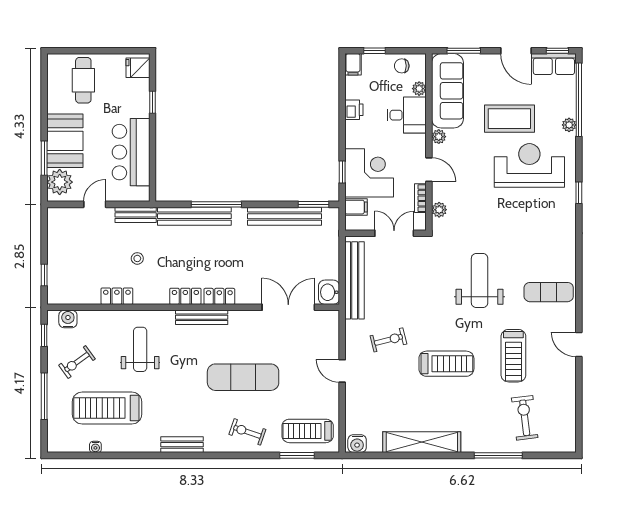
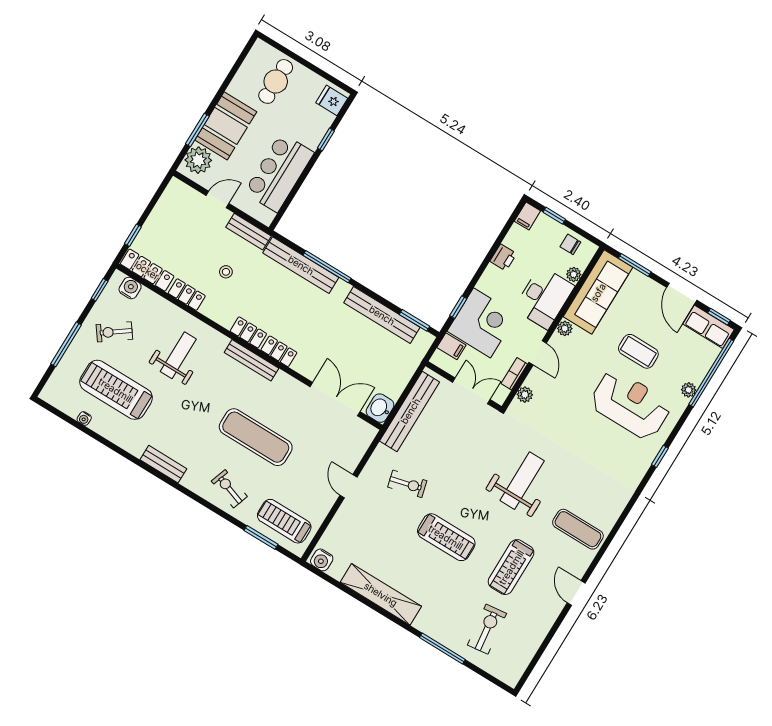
desk: (407, 115) -> (544, 297), width x1.37
coffee table: (509, 119) -> (638, 351), width x0.73, depth x0.76
locker: (73, 296) -> (147, 270), added

